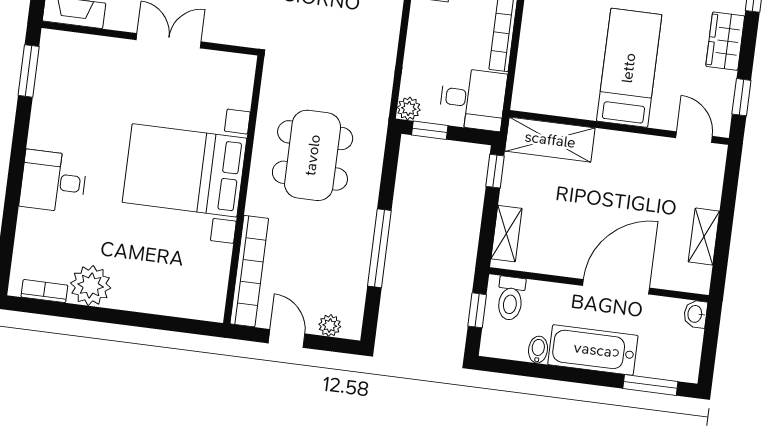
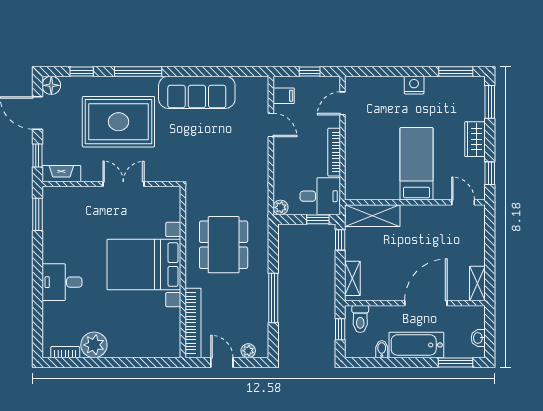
window: (430, 130) -> (318, 219), moved
shelving: (704, 236) -> (477, 284), moved
washbasin: (695, 314) -> (478, 338), moved

